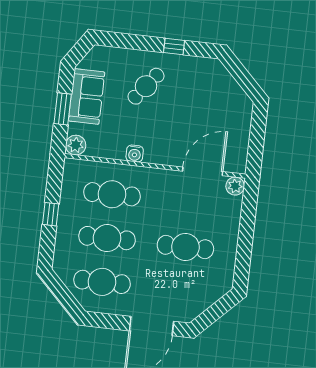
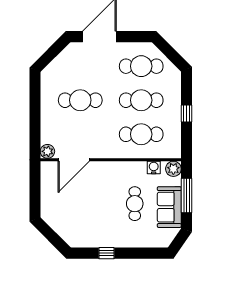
cafe table: (146, 86) -> (135, 204), moved, turned -38
window: (63, 109) -> (187, 195), width x1.44
water cooler: (135, 154) -> (154, 167), moved

